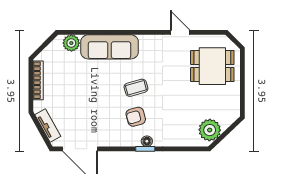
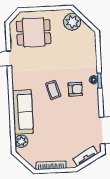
dining table: (212, 66) -> (34, 32), turned 90
armchair: (136, 117) -> (75, 89), turned -75
plant: (210, 130) -> (72, 22), moved

